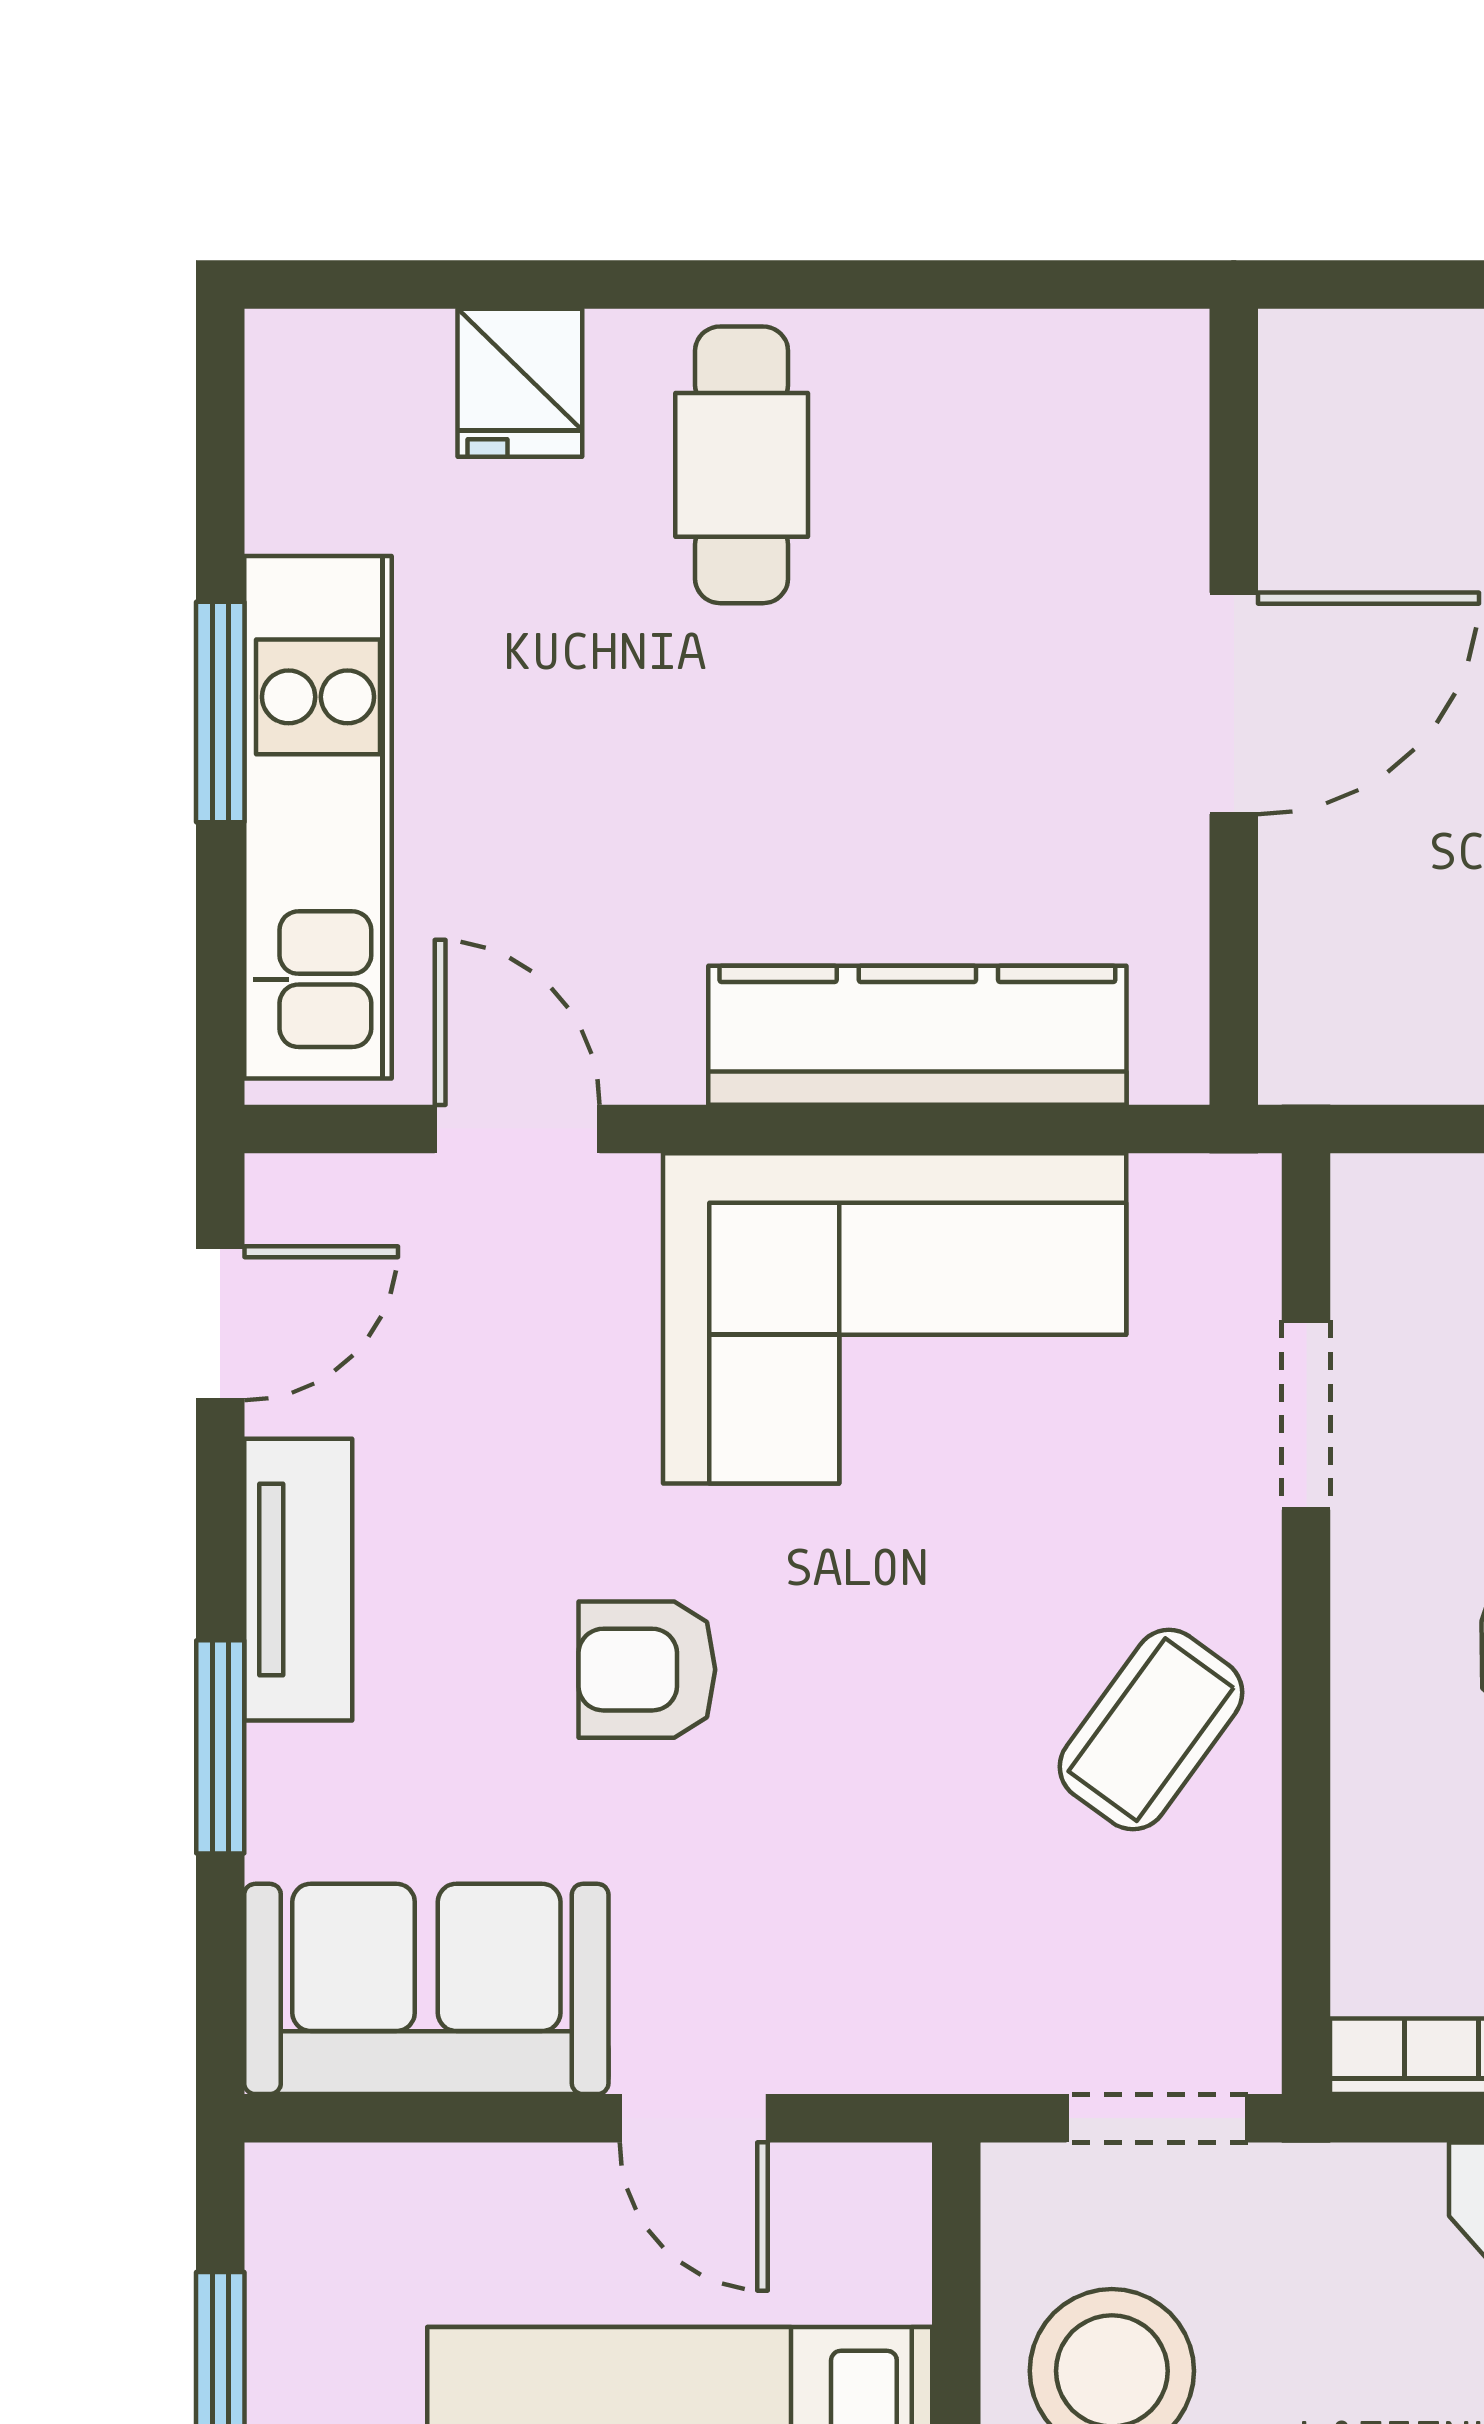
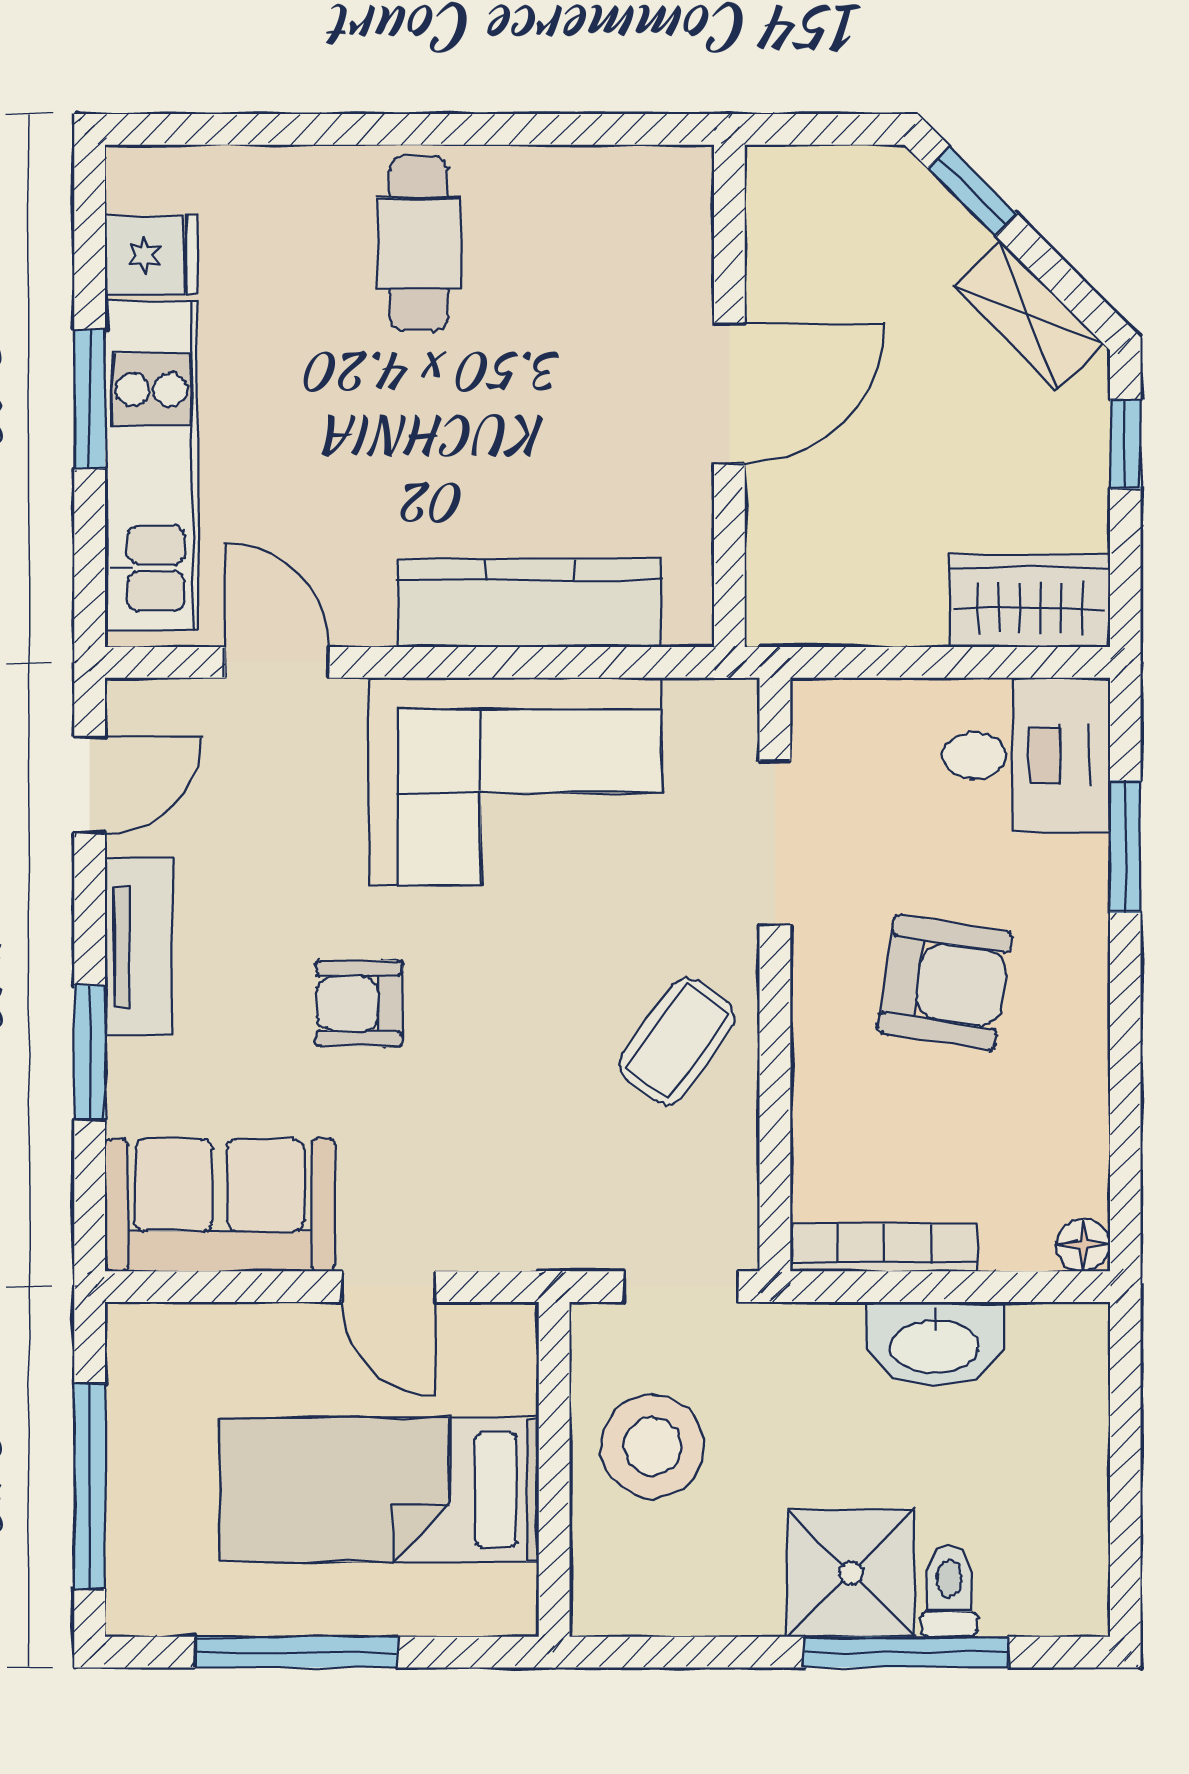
fridge: (520, 383) -> (152, 255), moved, turned -90
doorway: (1306, 1415) -> (775, 843), width x1.38

